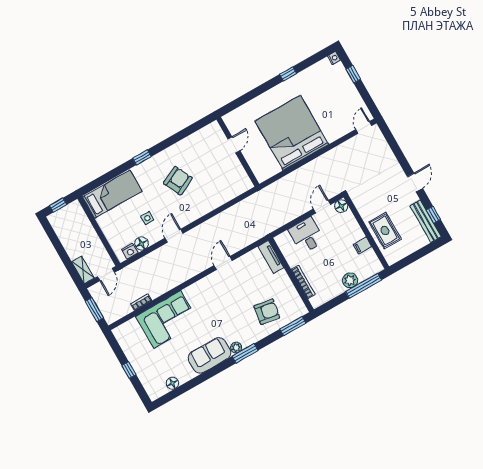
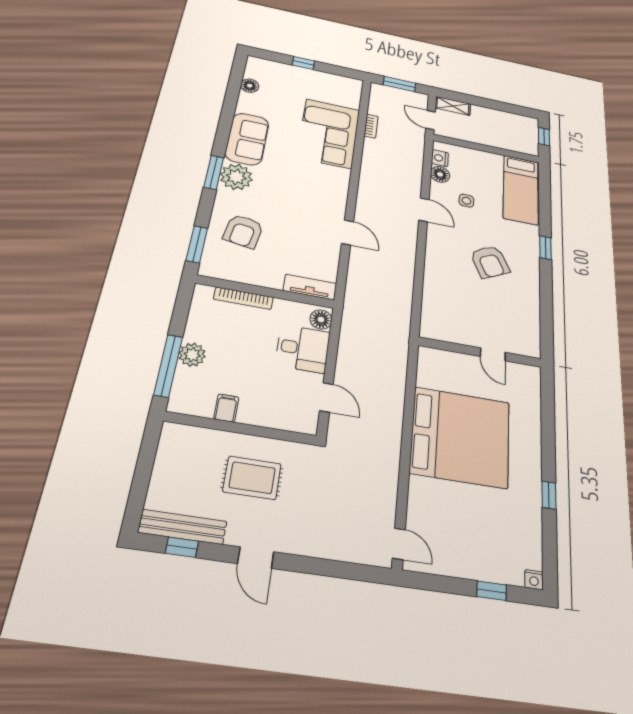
floor lamp: (341, 206) -> (321, 319), moved
rug: (385, 231) -> (252, 478), moved
plant: (236, 347) -> (236, 177), width x1.87, depth x1.87

